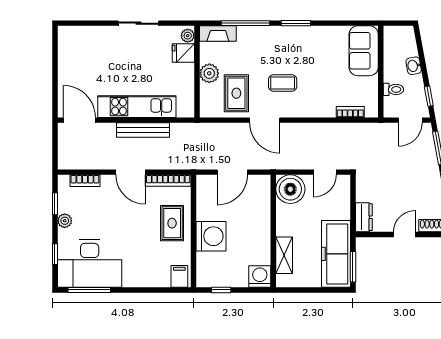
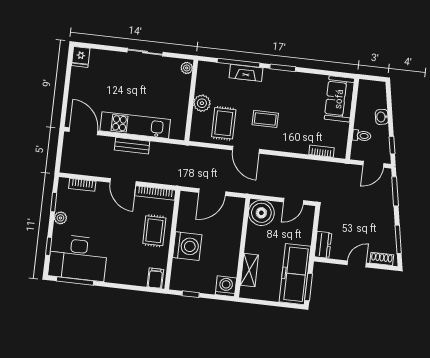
fireplace: (218, 34) -> (246, 73), moved
fridge: (183, 53) -> (81, 57), moved, turned -90
bench: (143, 130) -> (132, 146), width x0.73

